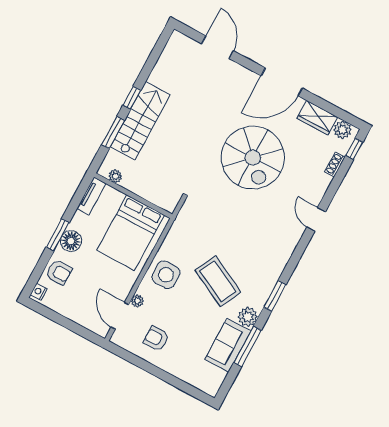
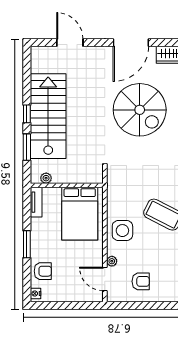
stairs: (140, 121) -> (48, 116), width x1.36, depth x1.51
floor lamp: (71, 241) -> (39, 243), removed
armchair: (156, 339) -> (141, 281), turned 180

